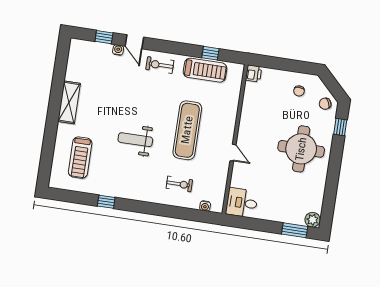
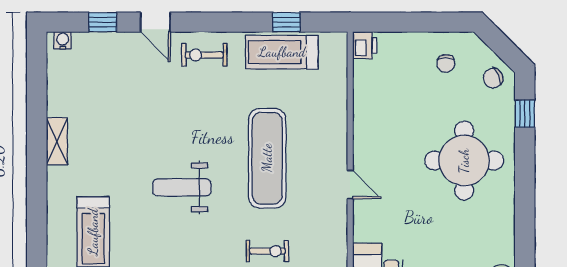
water cooler: (118, 50) -> (63, 40), moved
treadmill: (205, 70) -> (282, 52), turned 180
shelving: (69, 102) -> (57, 141), width x0.67, depth x0.75

